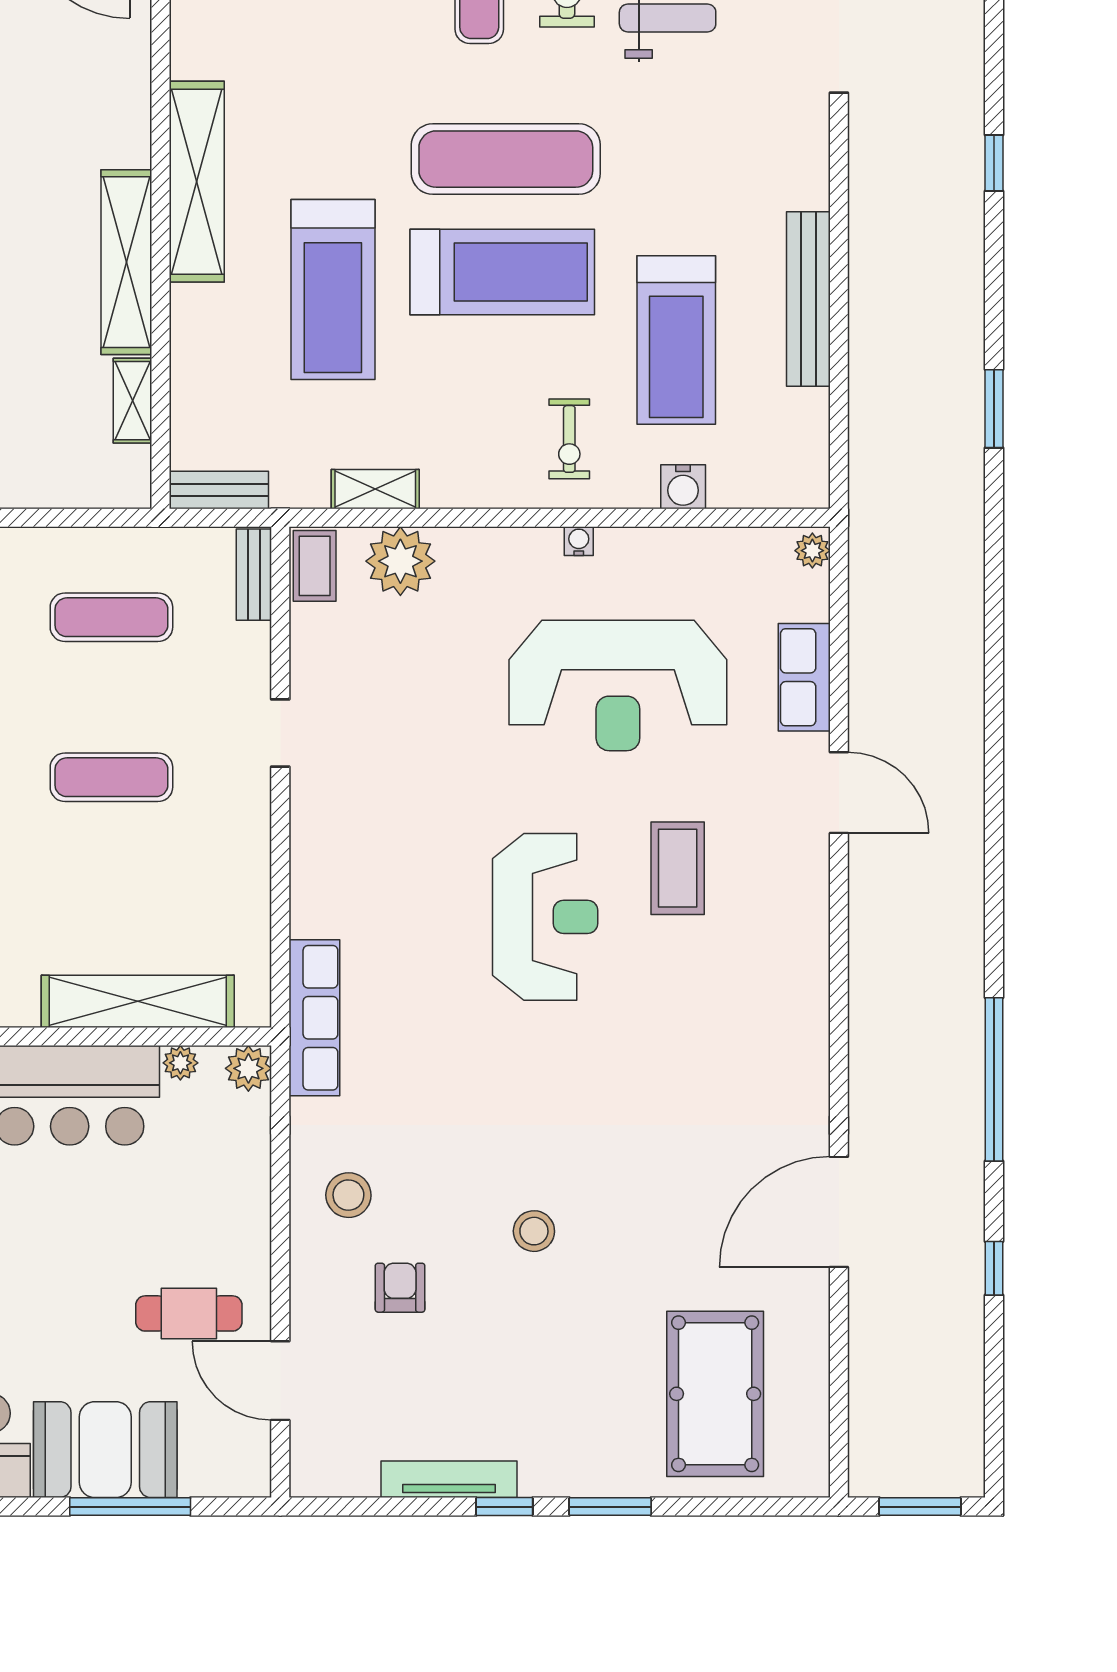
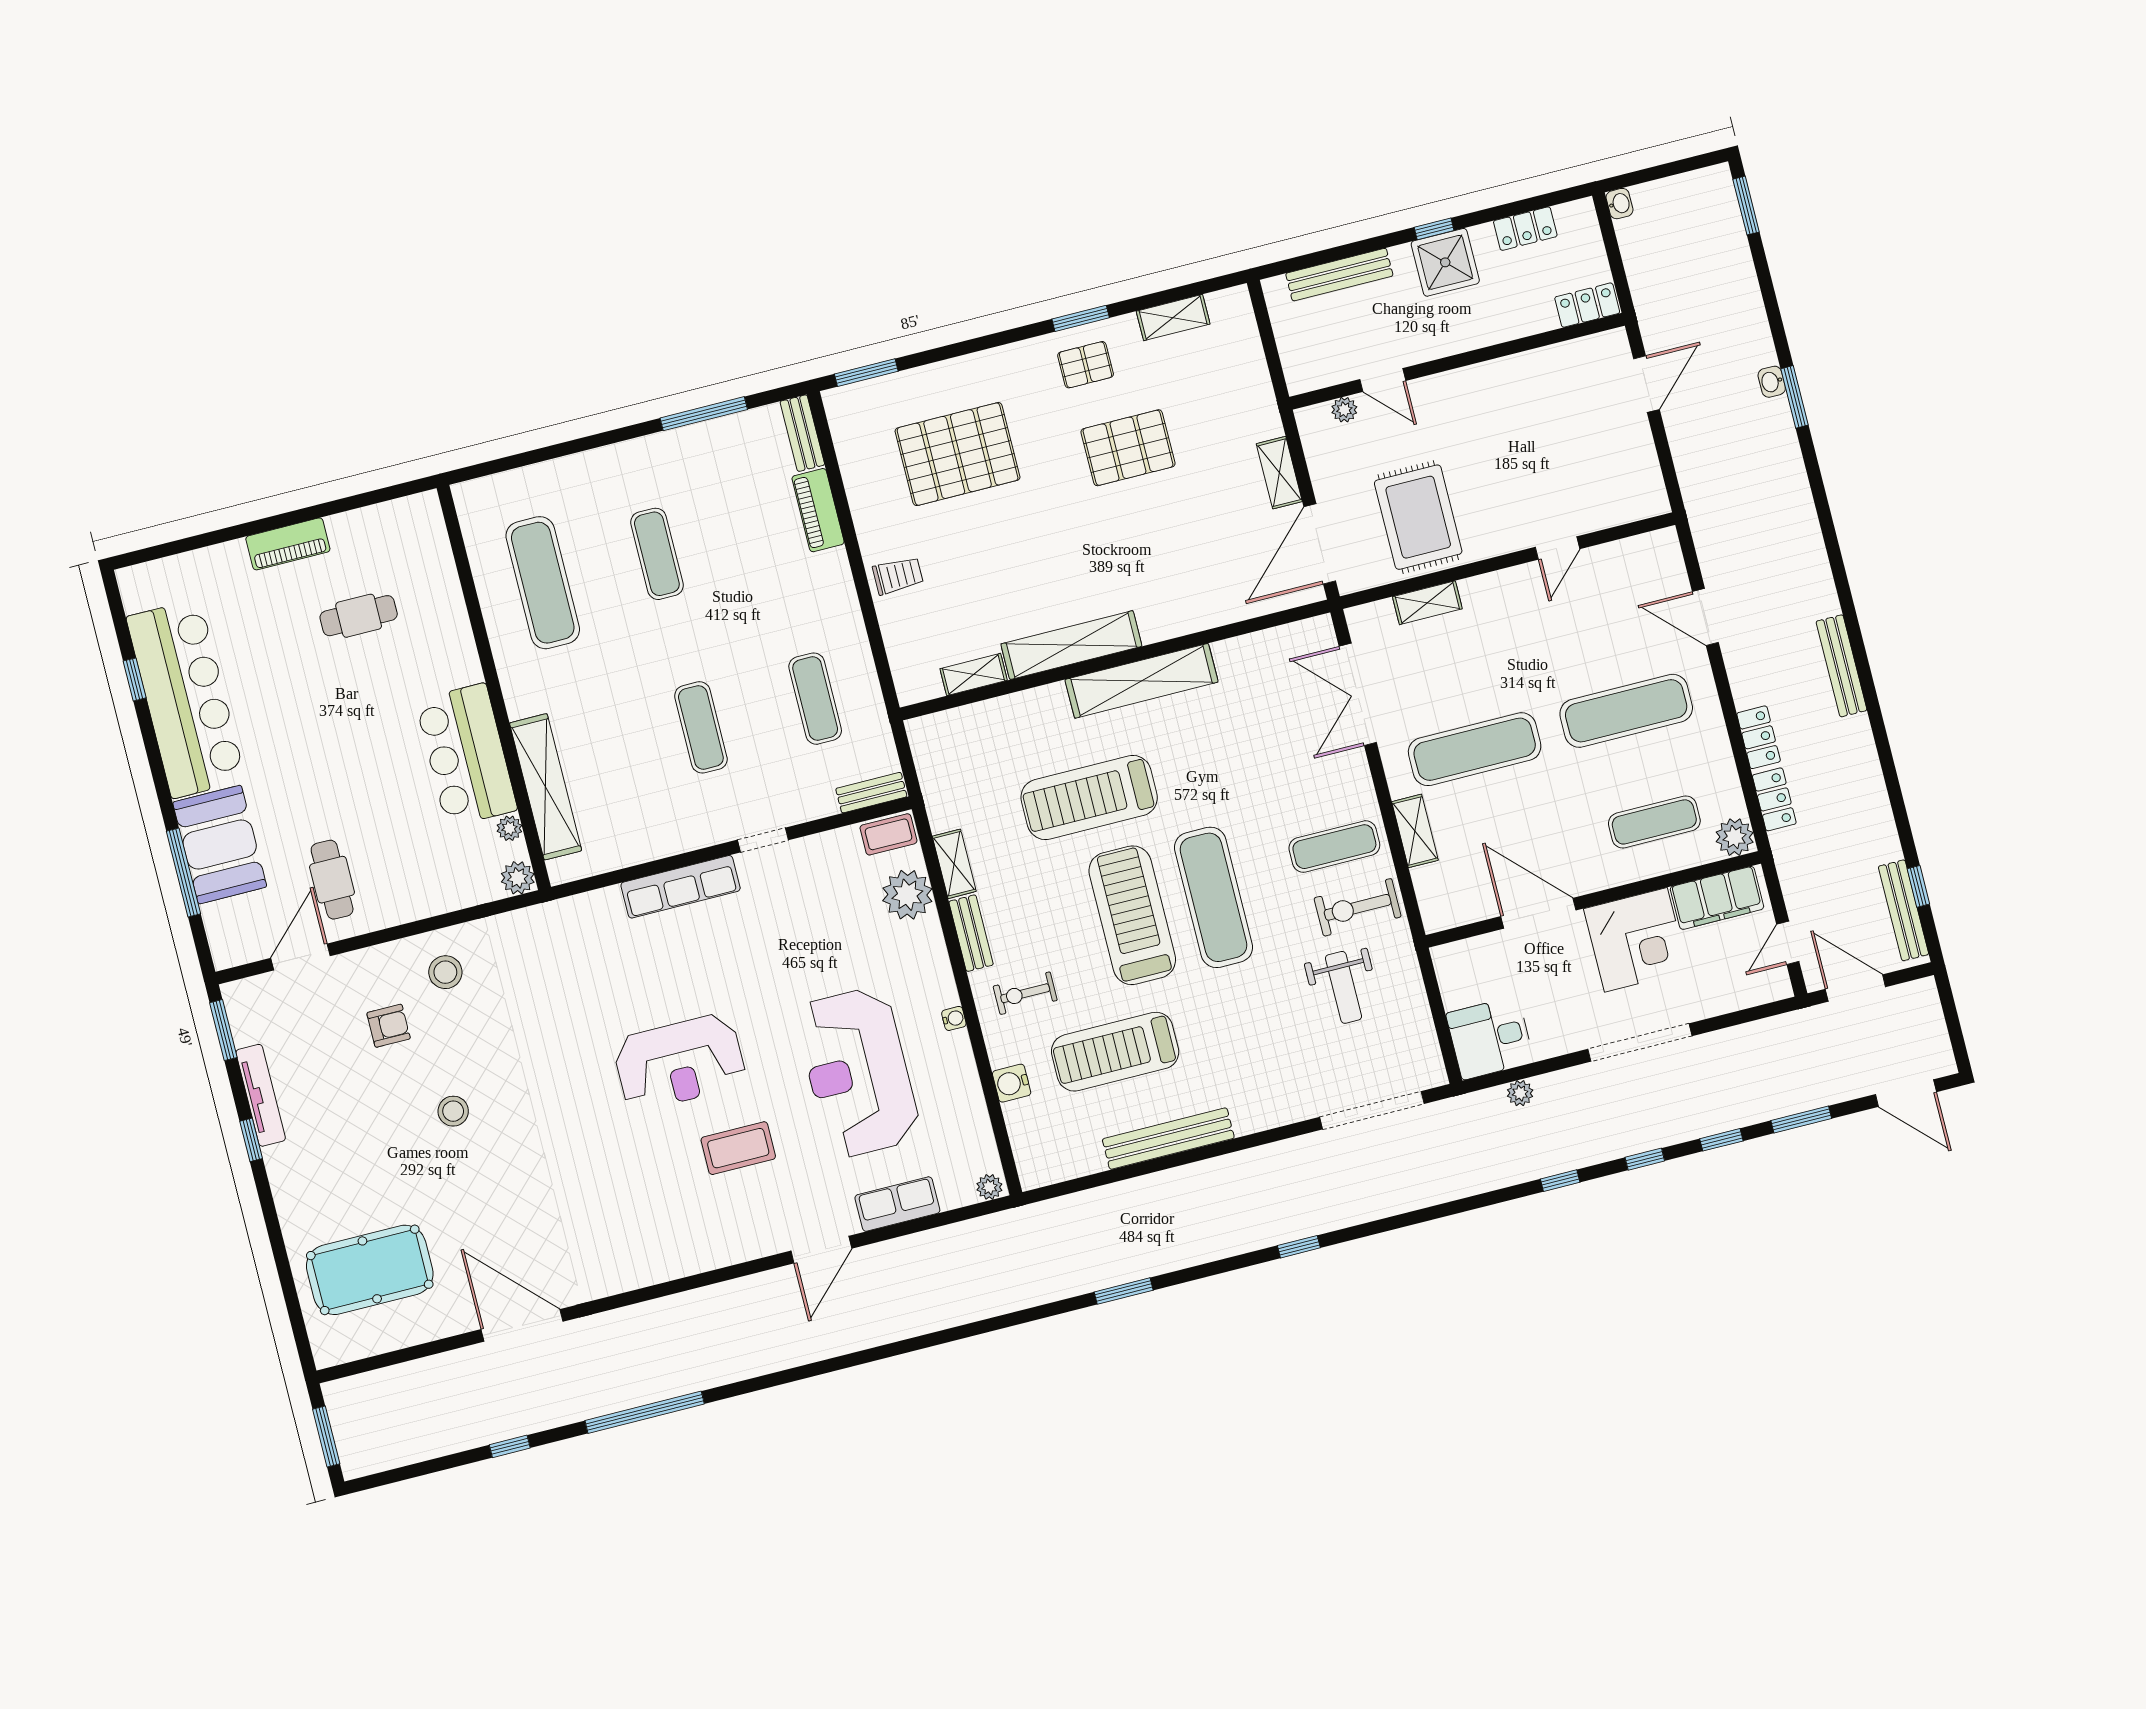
treadmill: (502, 272) -> (1132, 915), turned 180
bench: (219, 490) -> (971, 933), moved
row of seats: (314, 1018) -> (681, 887), moved
window: (610, 1507) -> (223, 1030), moved

